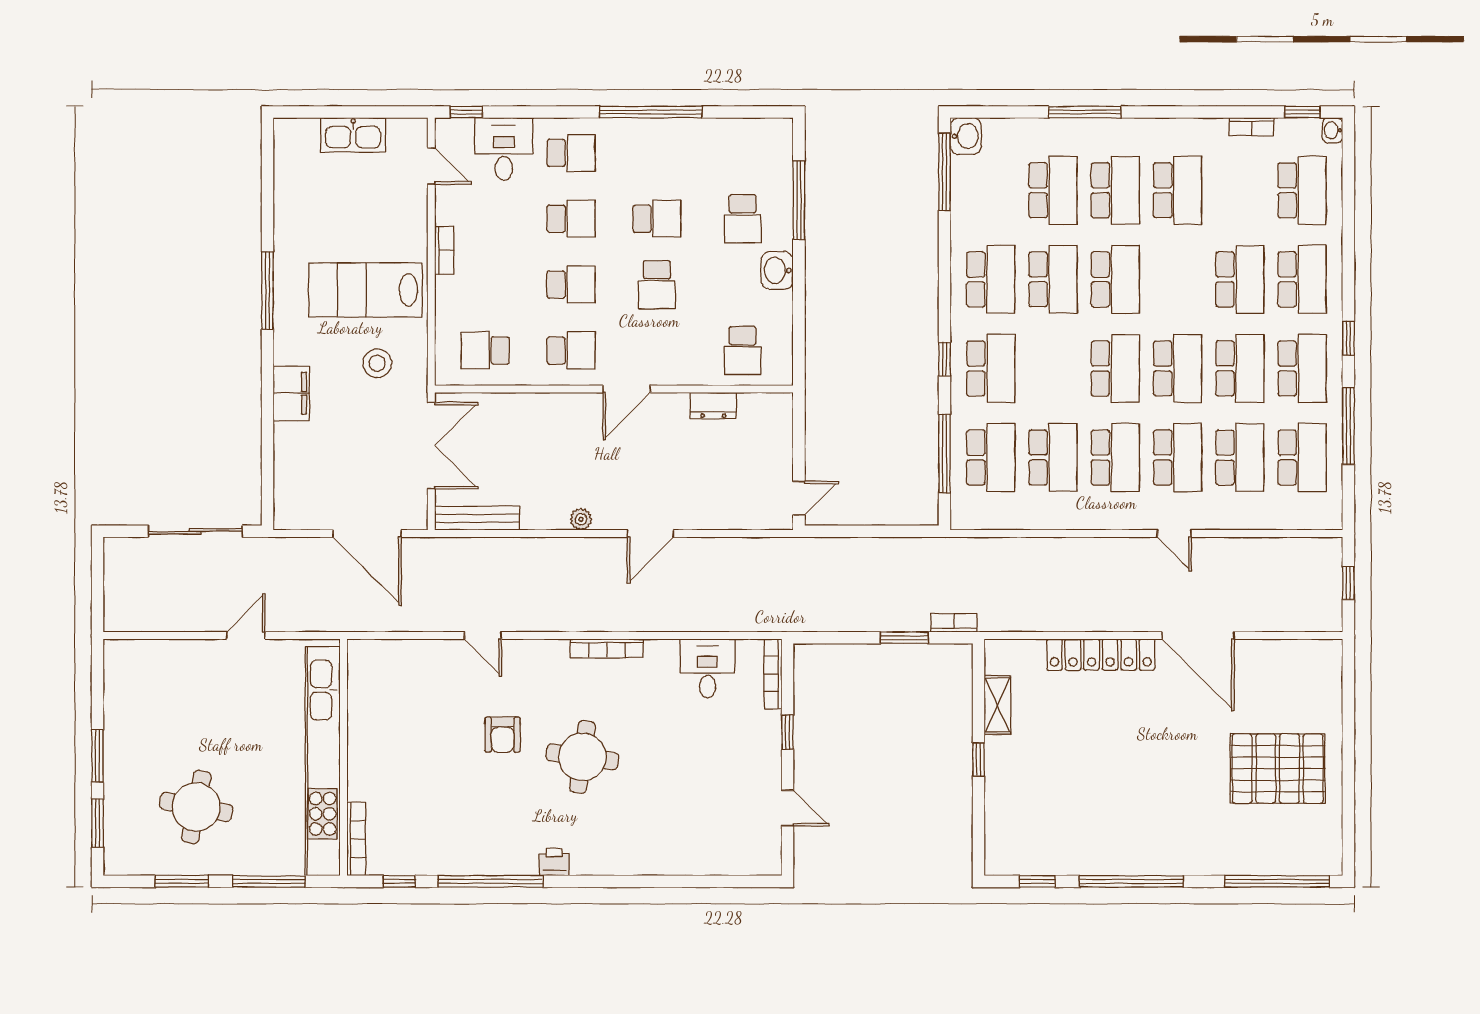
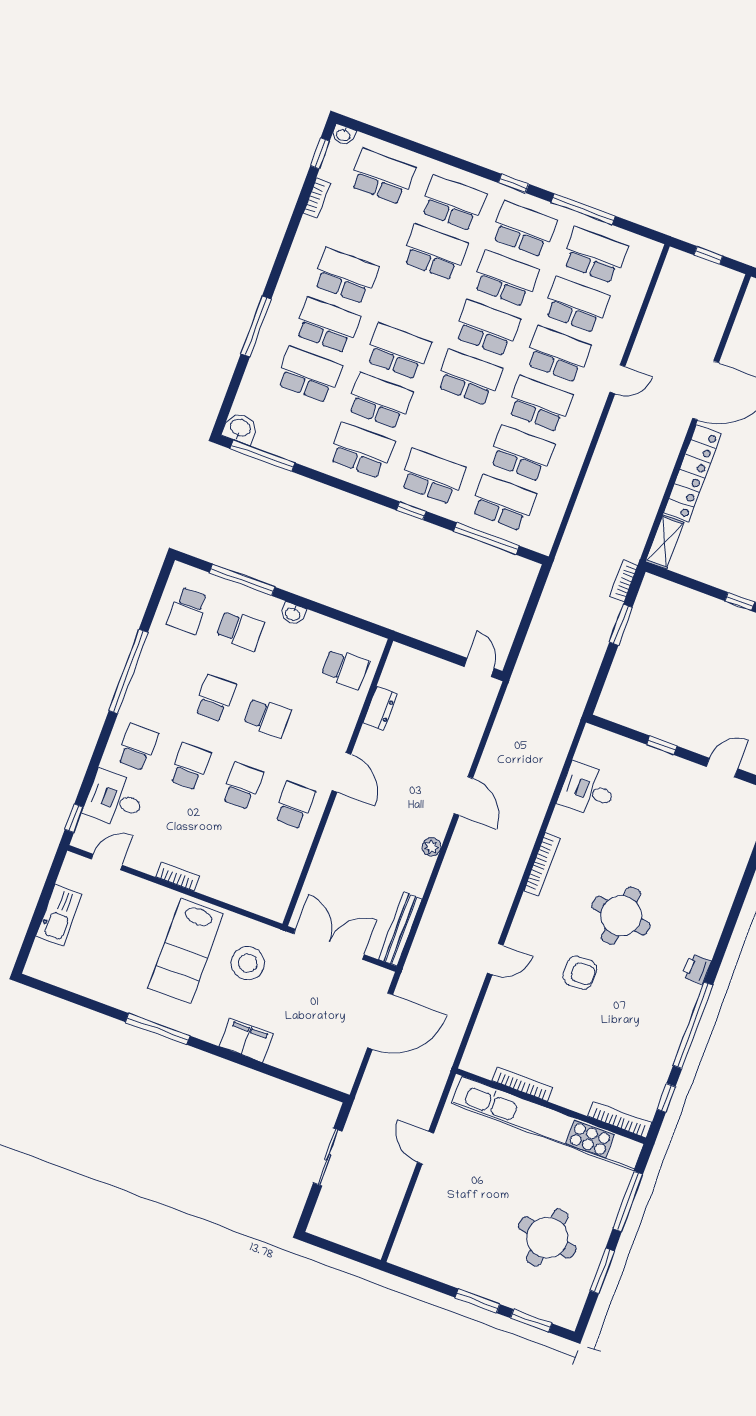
washbasin: (777, 270) -> (293, 614), width x0.72, depth x0.69
school desk: (485, 350) -> (188, 611), moved
stool: (377, 363) -> (248, 963), width x1.38, depth x1.38
sliding door: (195, 531) -> (328, 1157), width x0.73
bookcase: (773, 674) -> (522, 1084), moved, turned 180
shelving: (997, 705) -> (665, 542), moved, turned 90

